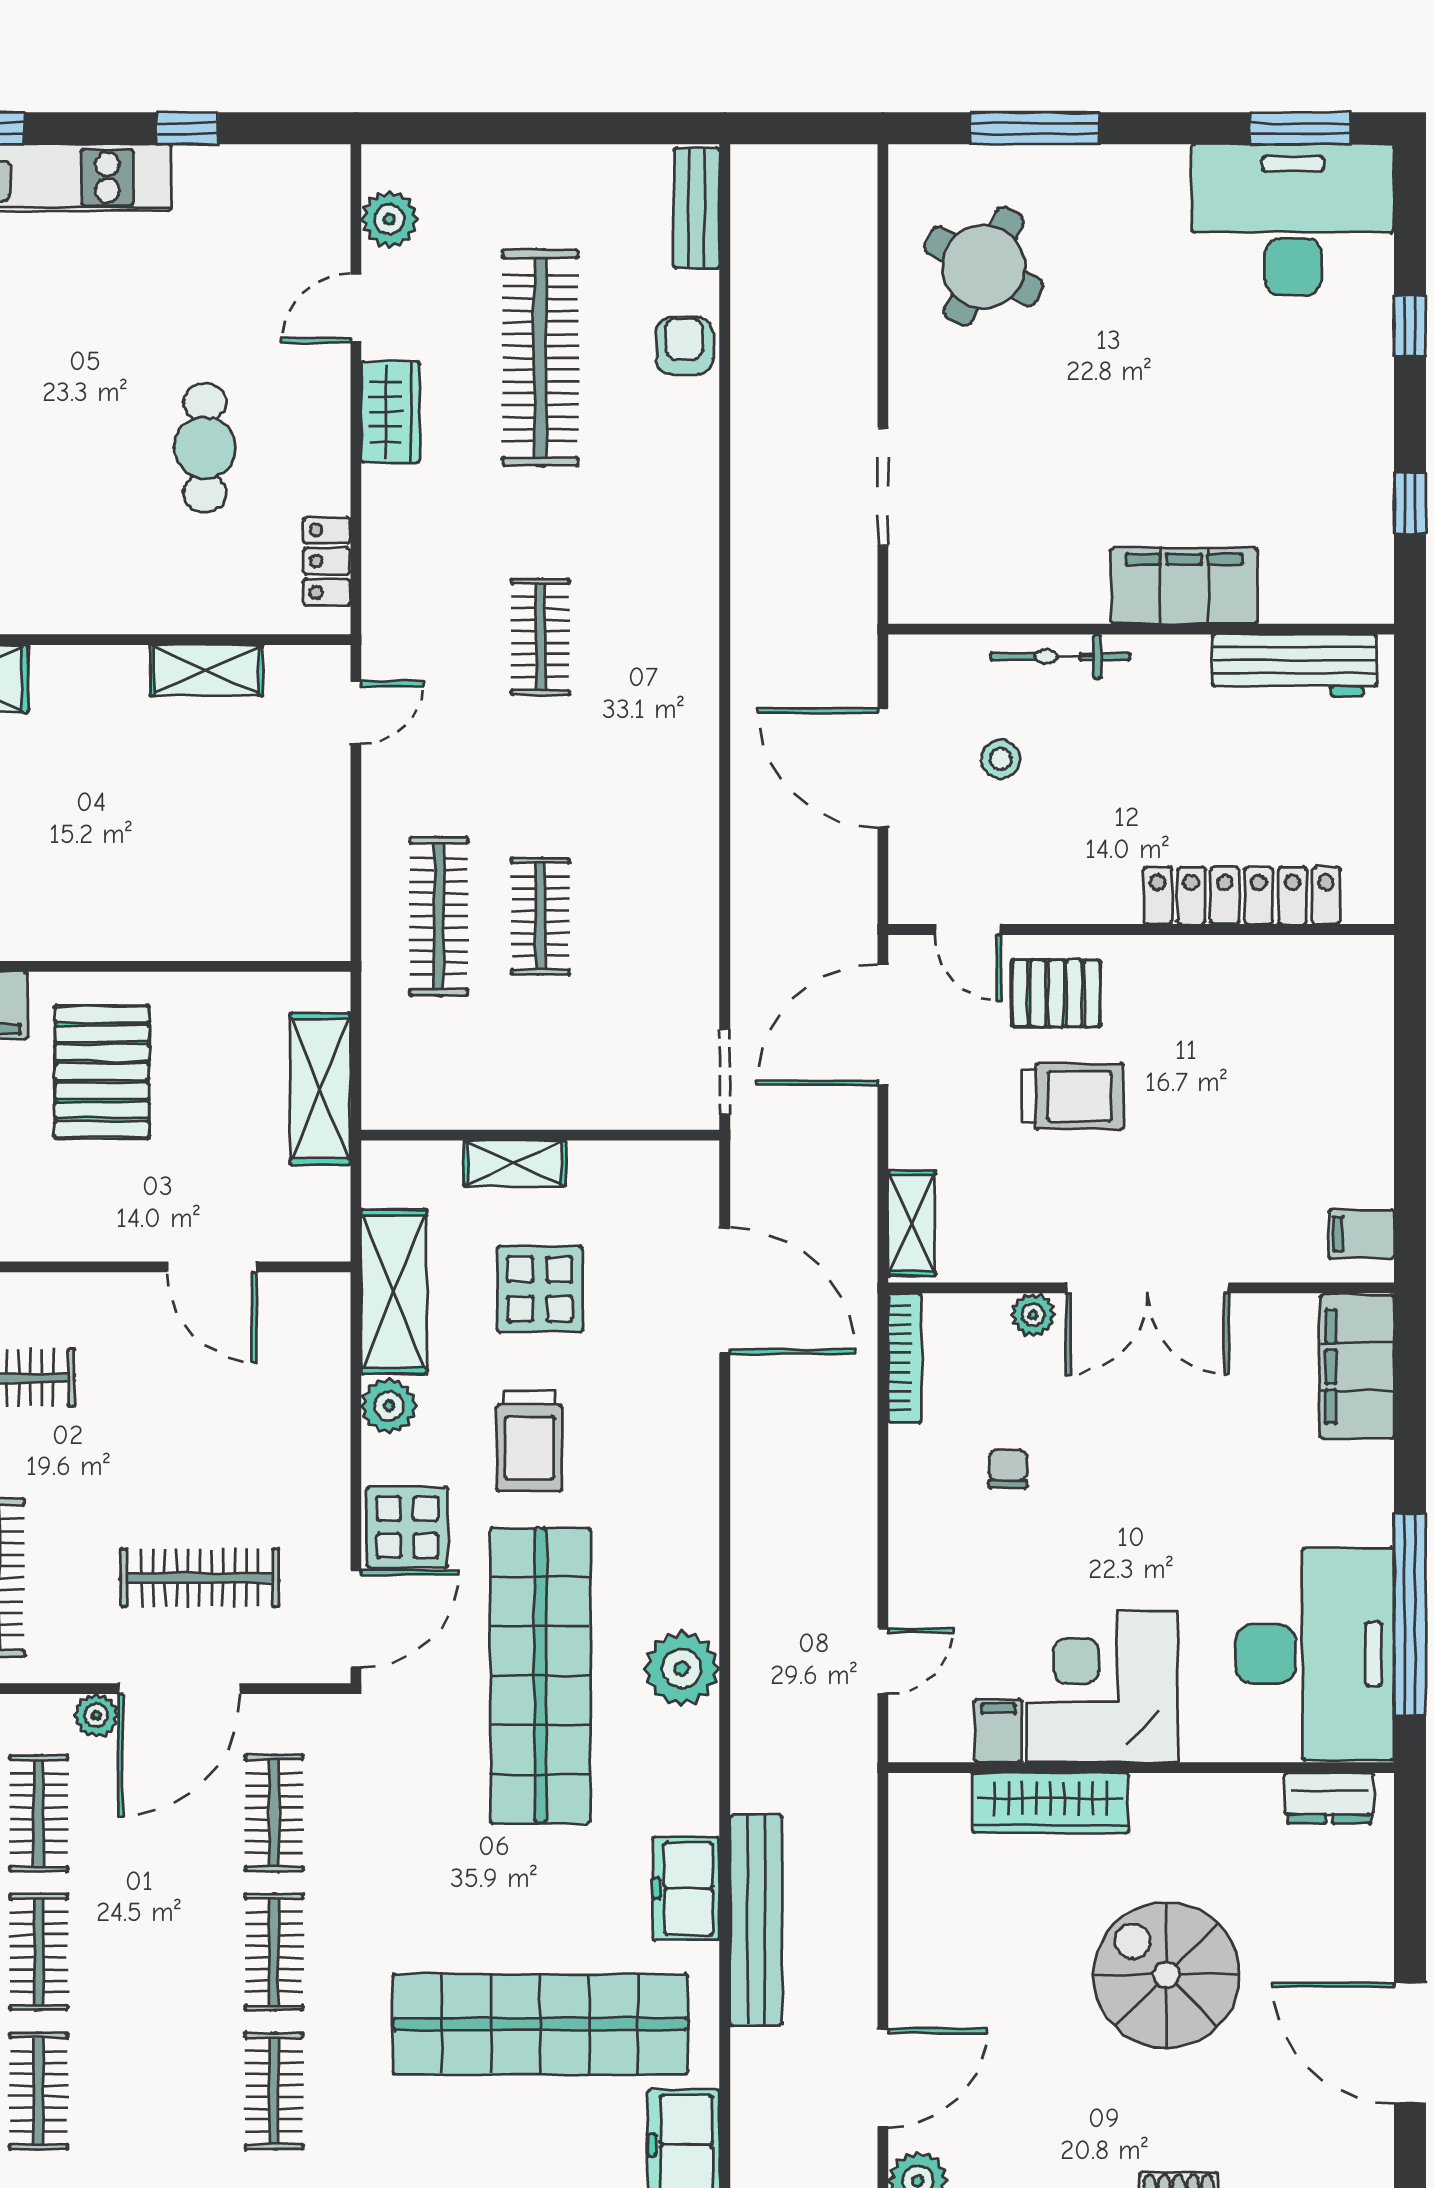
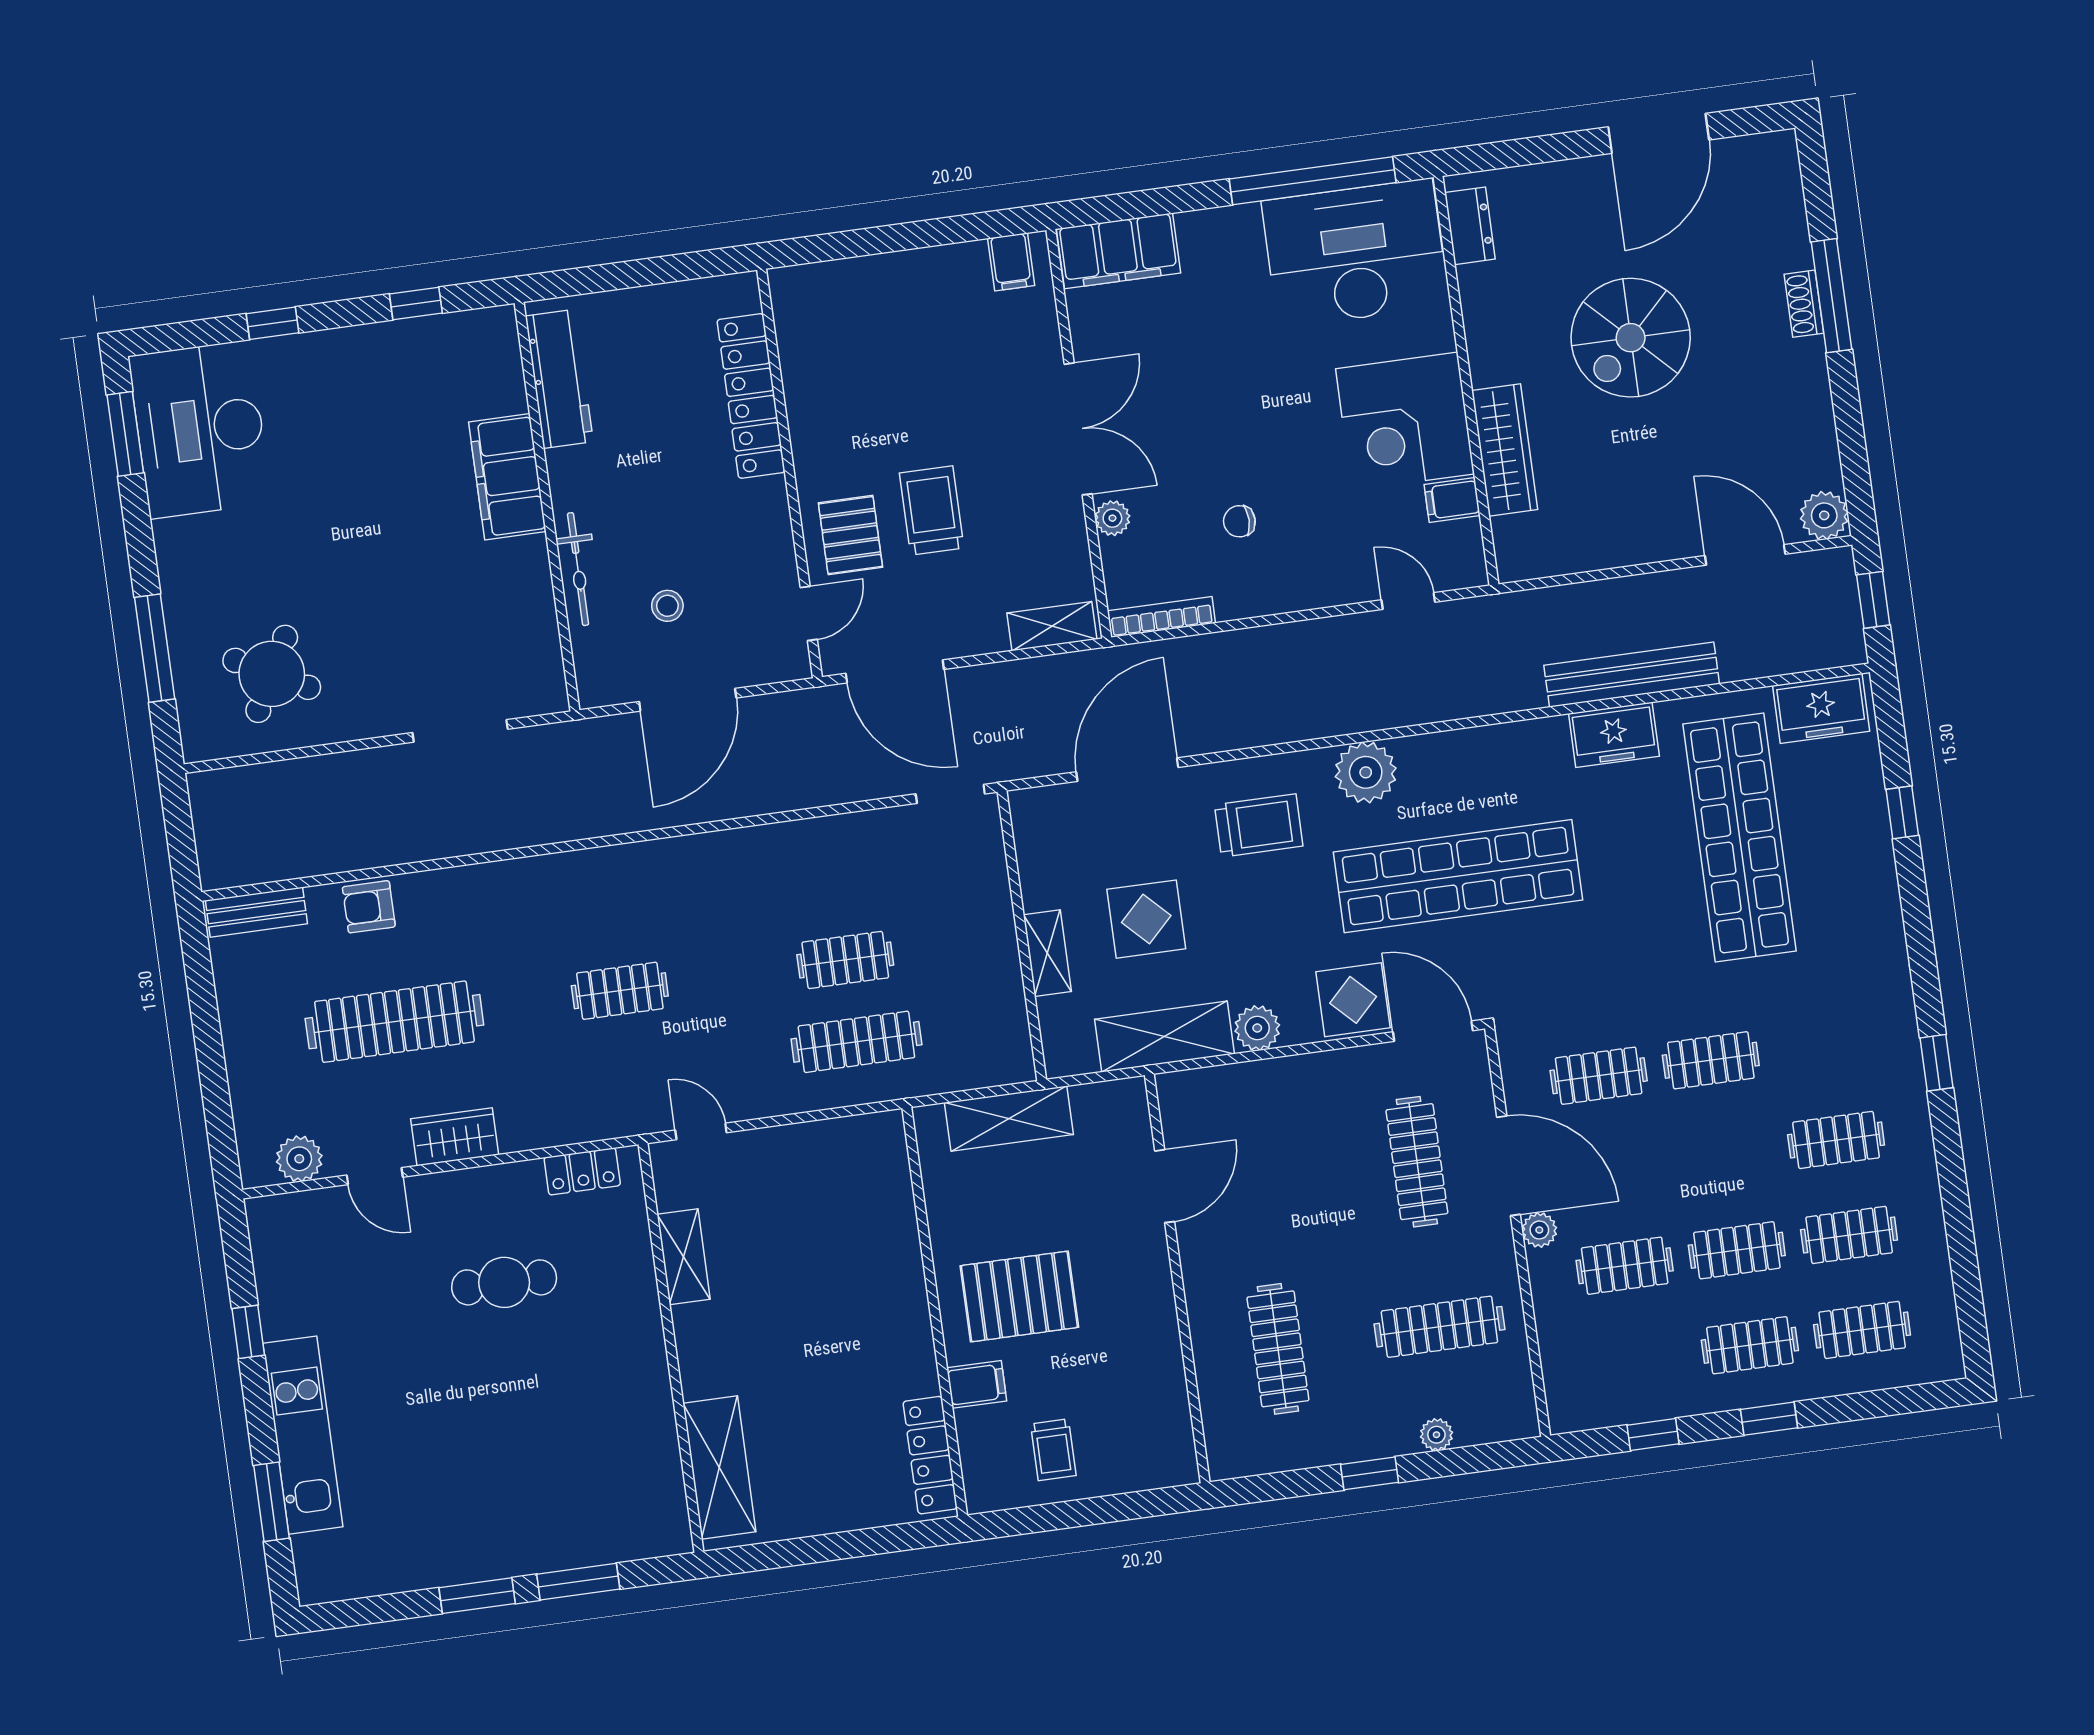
trolley: (529, 1441) -> (1259, 825), moved
plant: (682, 1669) -> (1366, 772), moved
clothes rail: (274, 2091) -> (1836, 1140), moved

